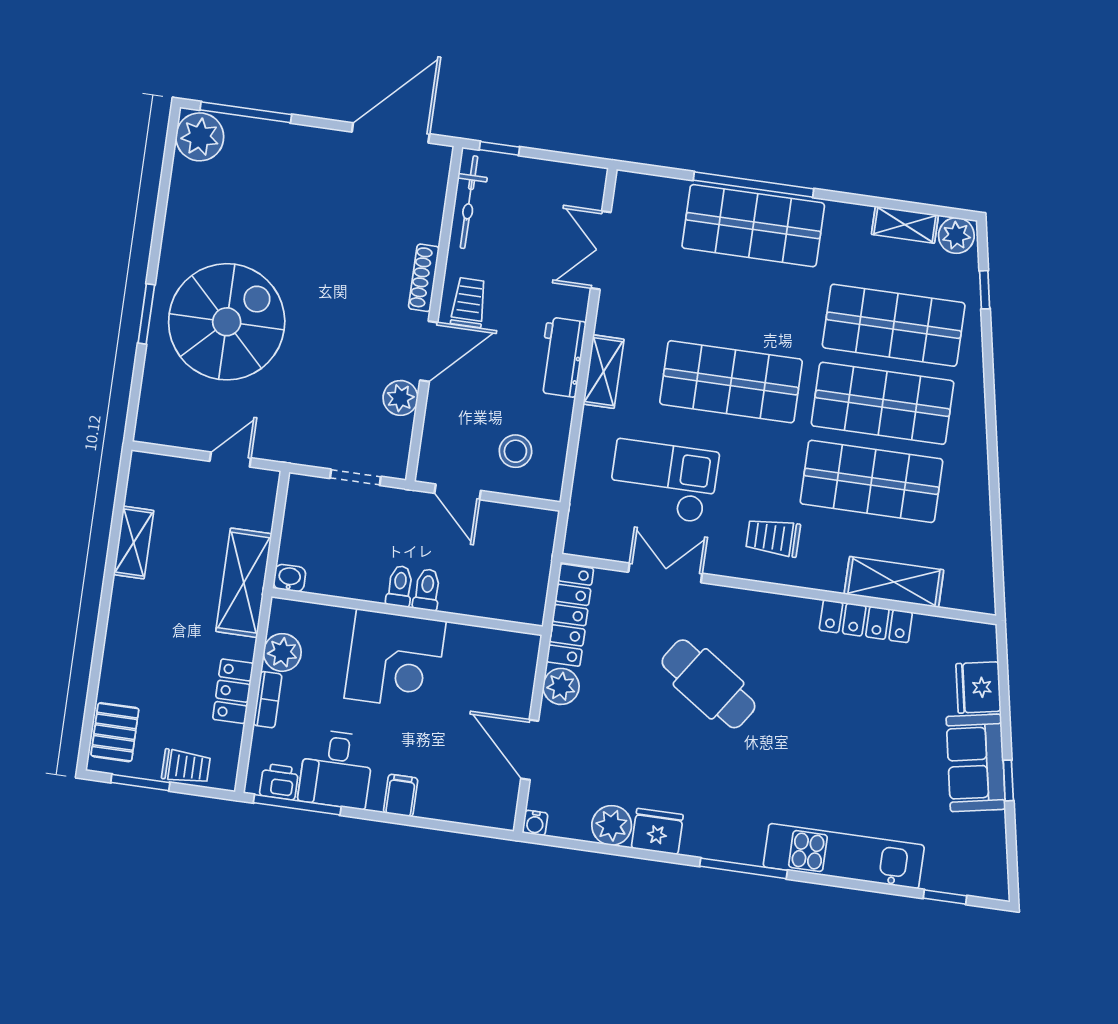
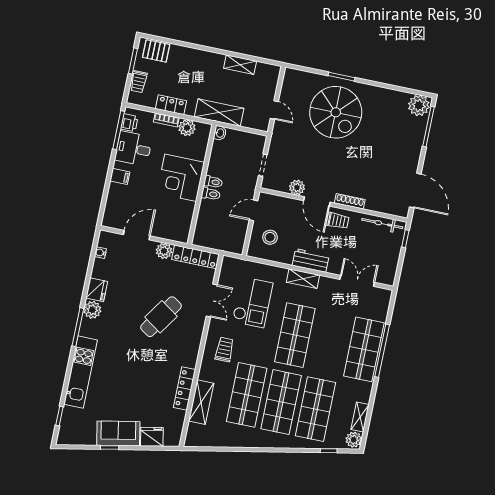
water cooler: (535, 823) -> (100, 253), moved
plant: (612, 825) -> (92, 310), moved

